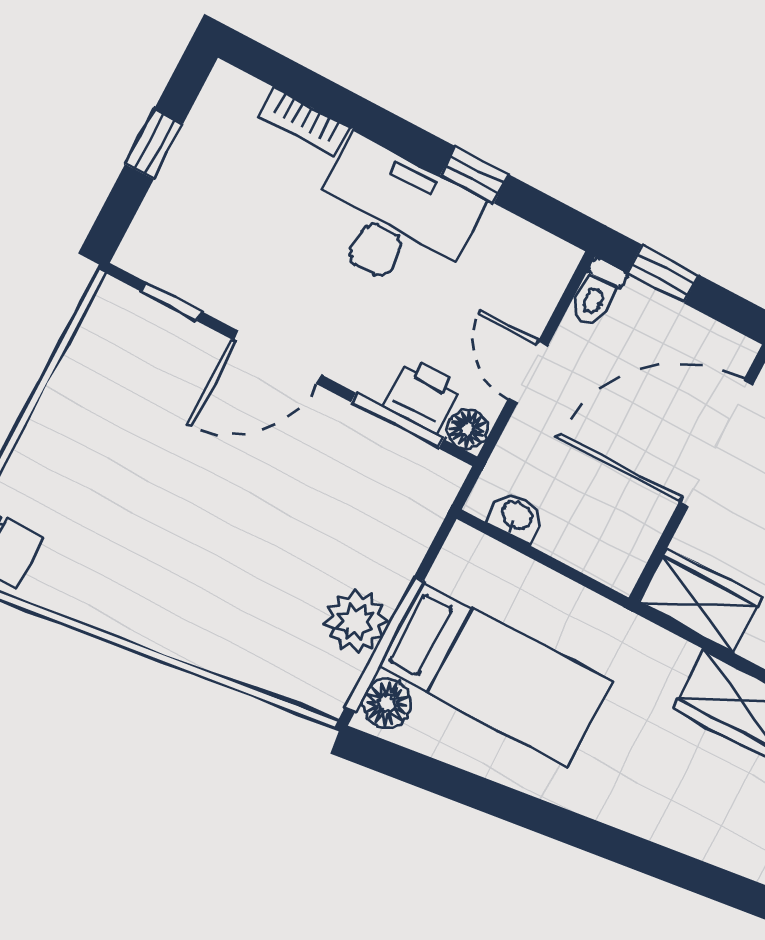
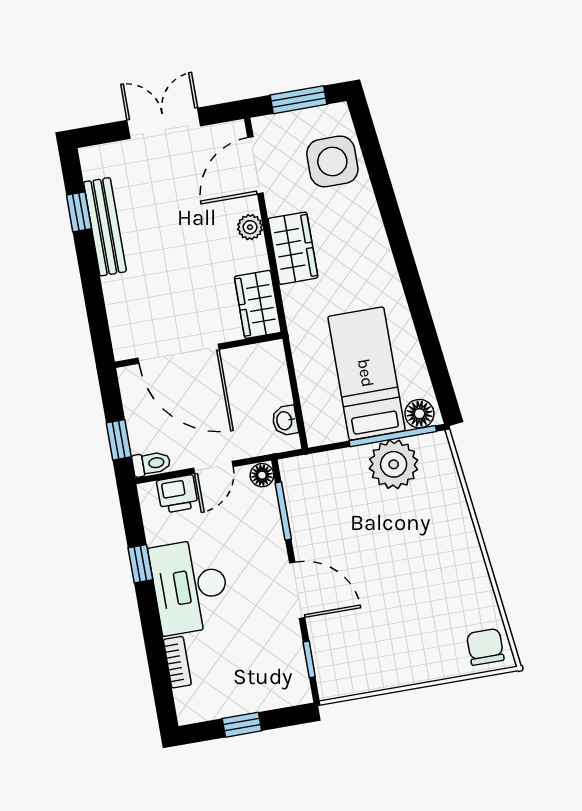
printer: (422, 396) -> (177, 494), moved, turned -90
plant: (356, 622) -> (394, 464), width x1.36, depth x1.36

